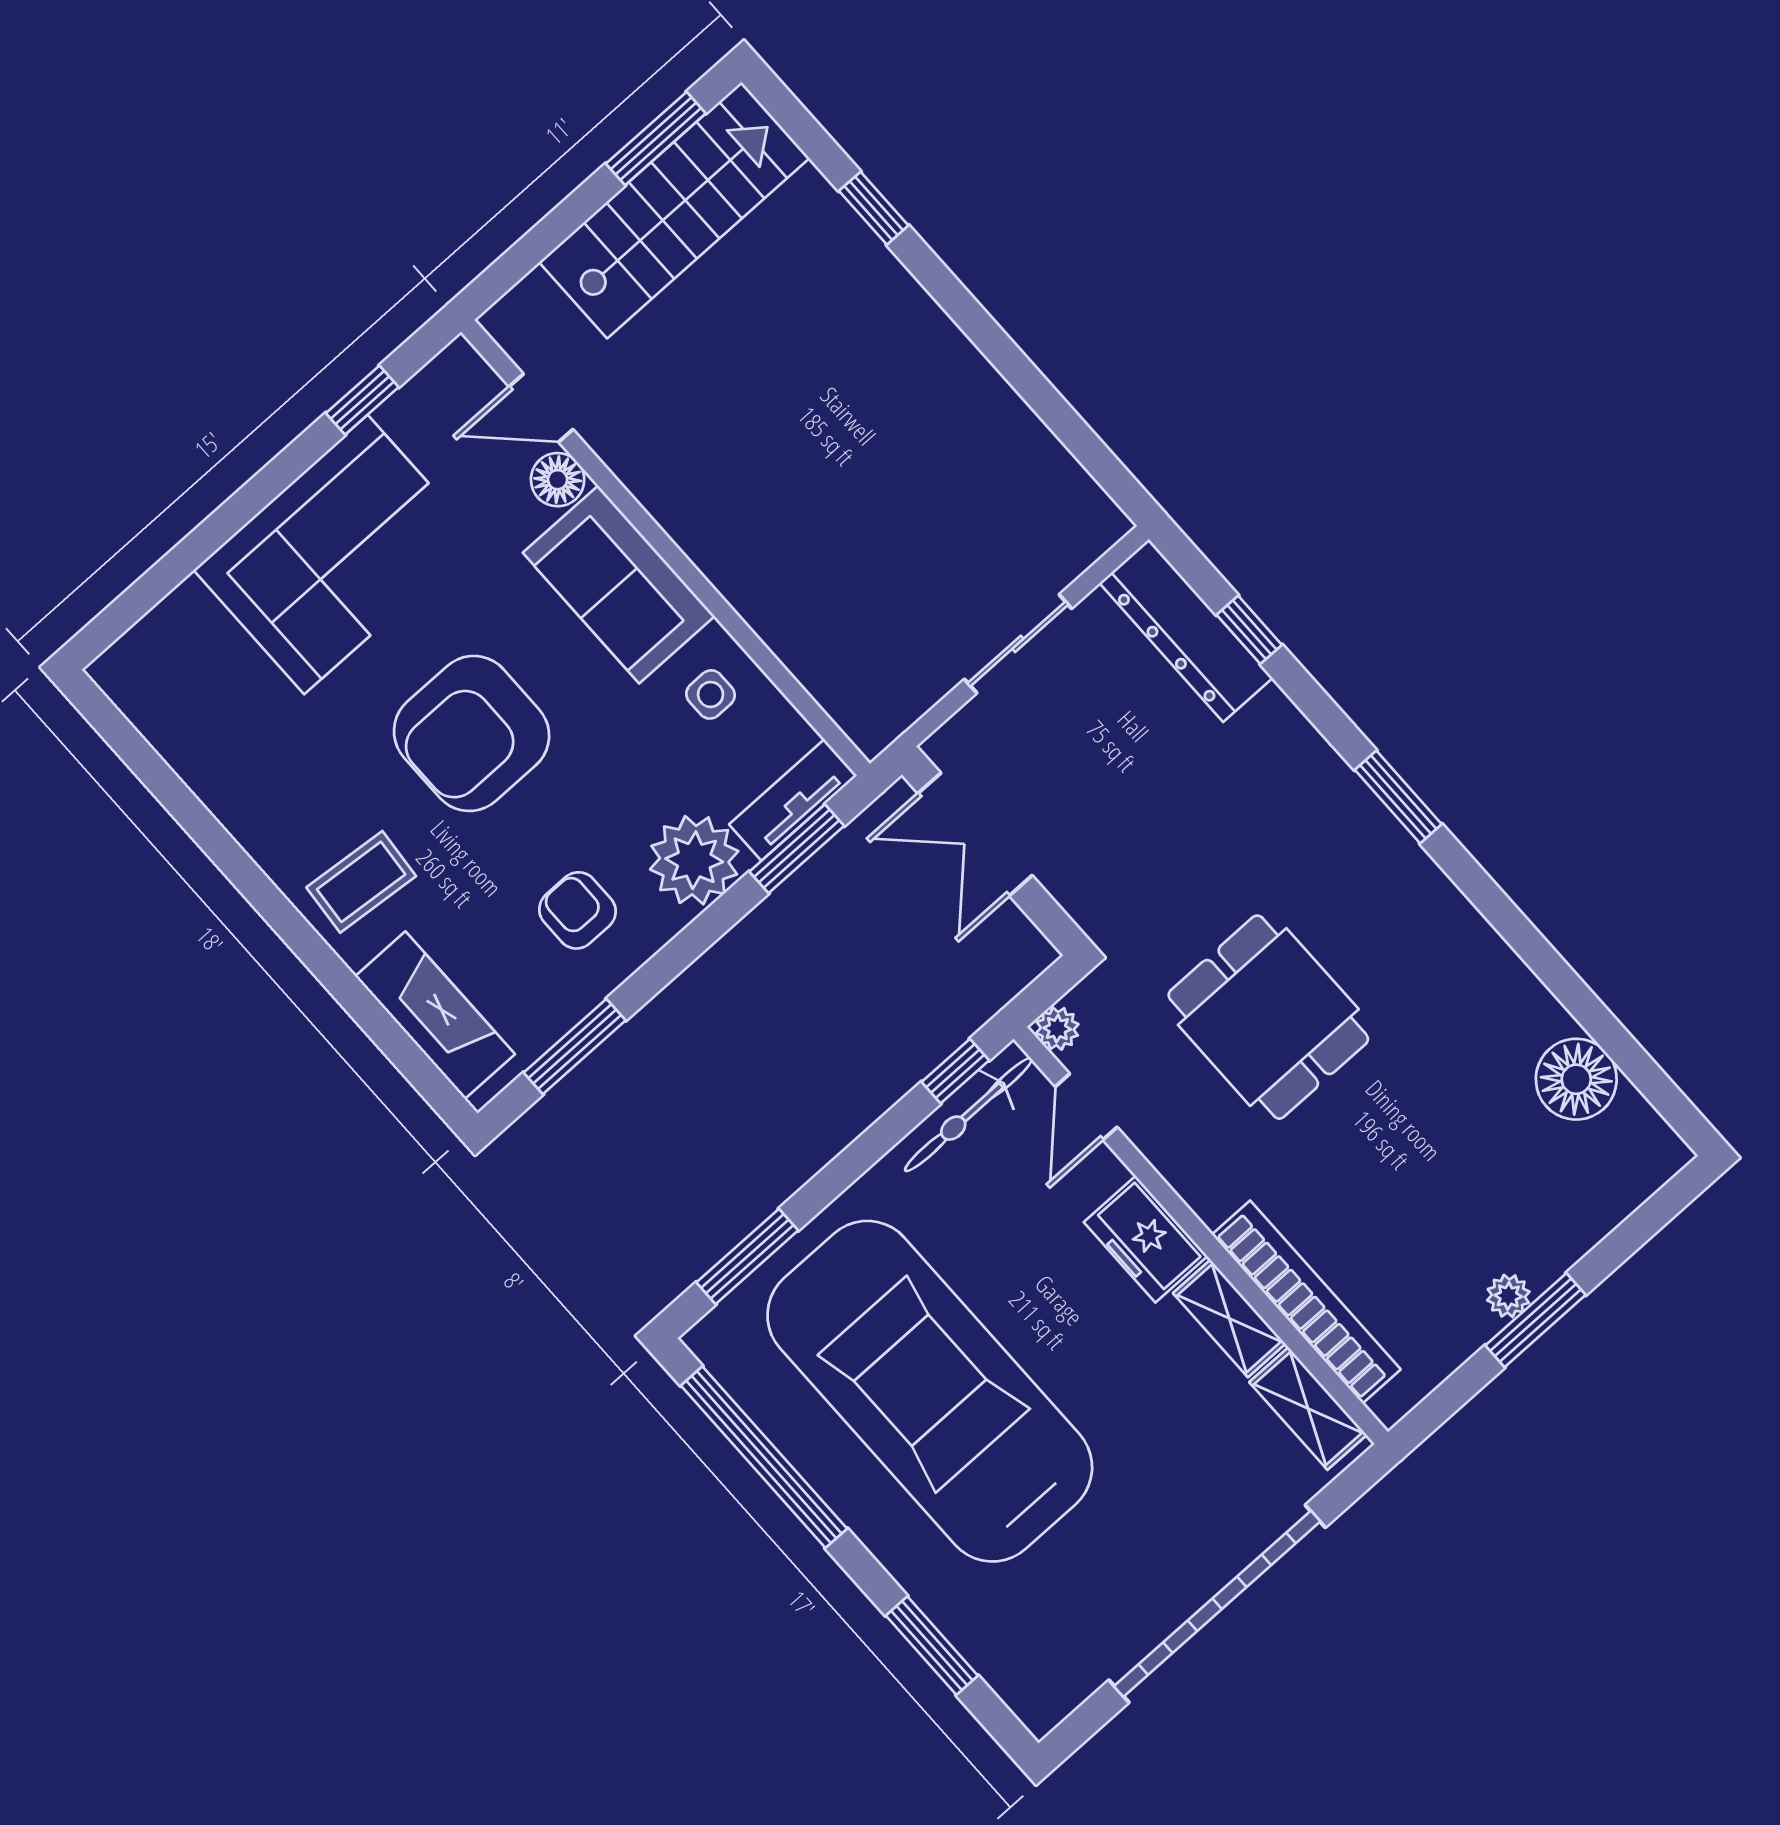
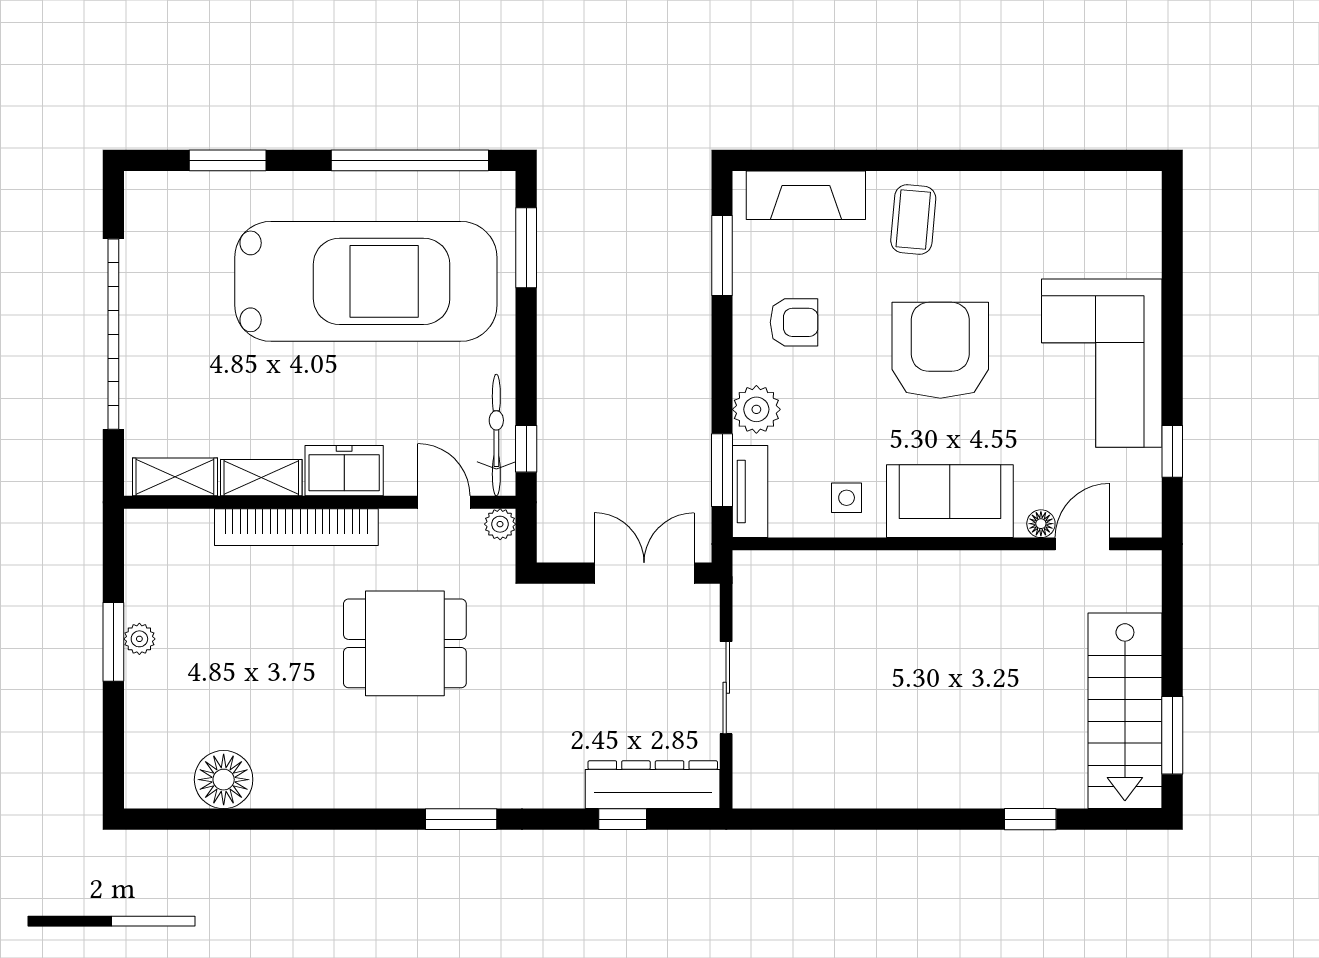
floor lamp: (558, 480) -> (1041, 524), width x0.73, depth x0.73
plant: (694, 860) -> (756, 409), width x0.73, depth x0.73
bookcase: (1306, 1302) -> (296, 527), moved

